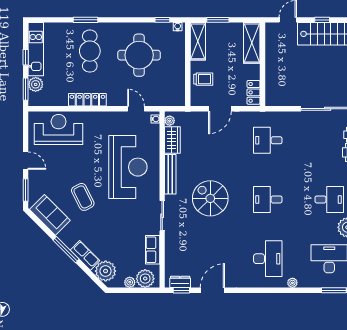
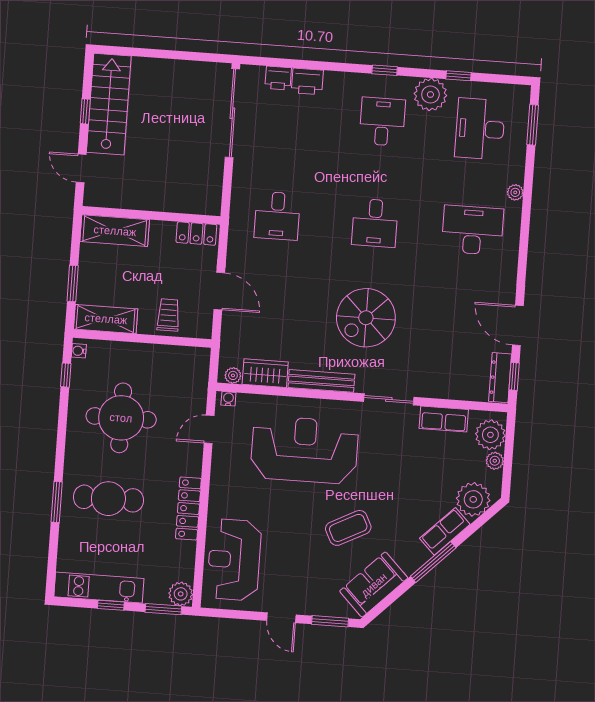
plant: (36, 84) -> (181, 594), moved
door: (26, 161) -> (281, 618), swing flipped
dresser: (180, 282) -> (500, 378), width x1.44

